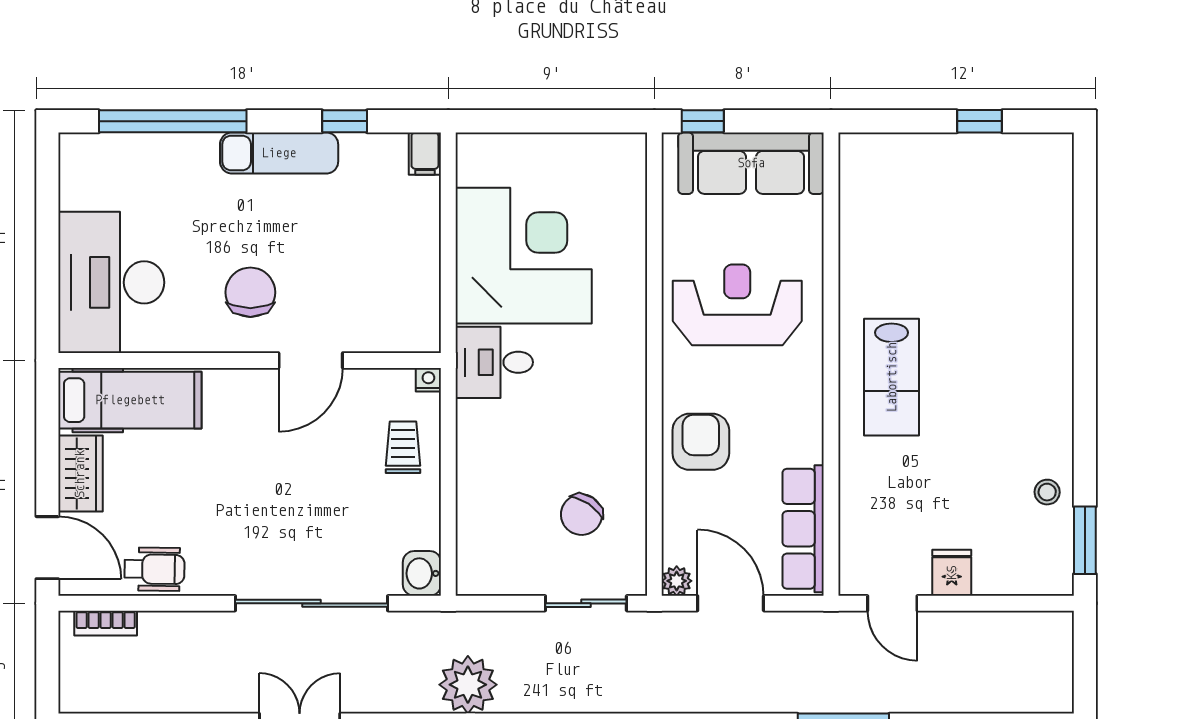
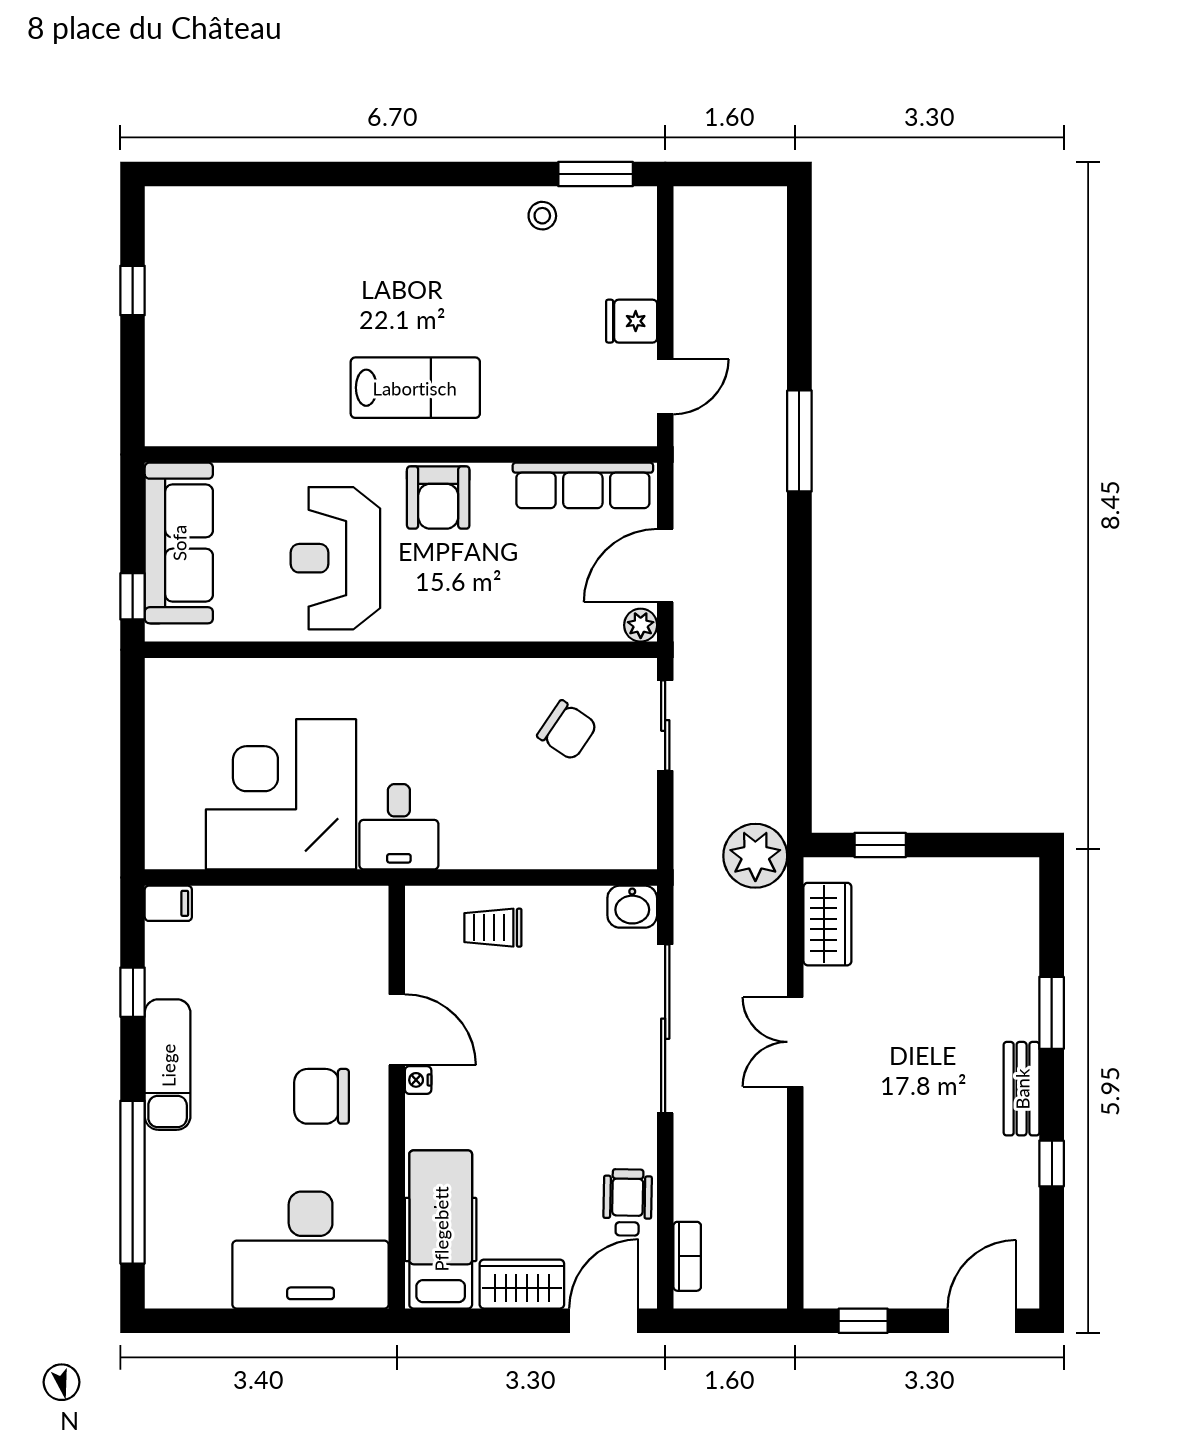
nightstand: (428, 380) -> (418, 1080), moved
armchair: (701, 442) -> (438, 497), moved, turned -90

